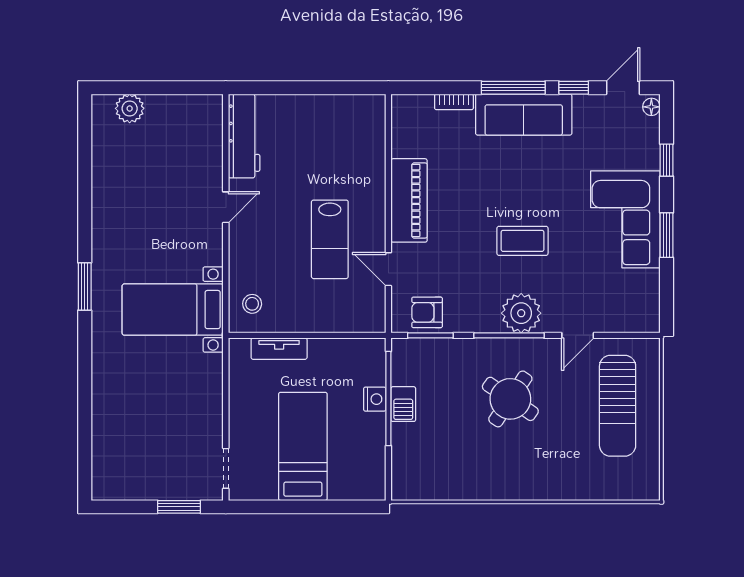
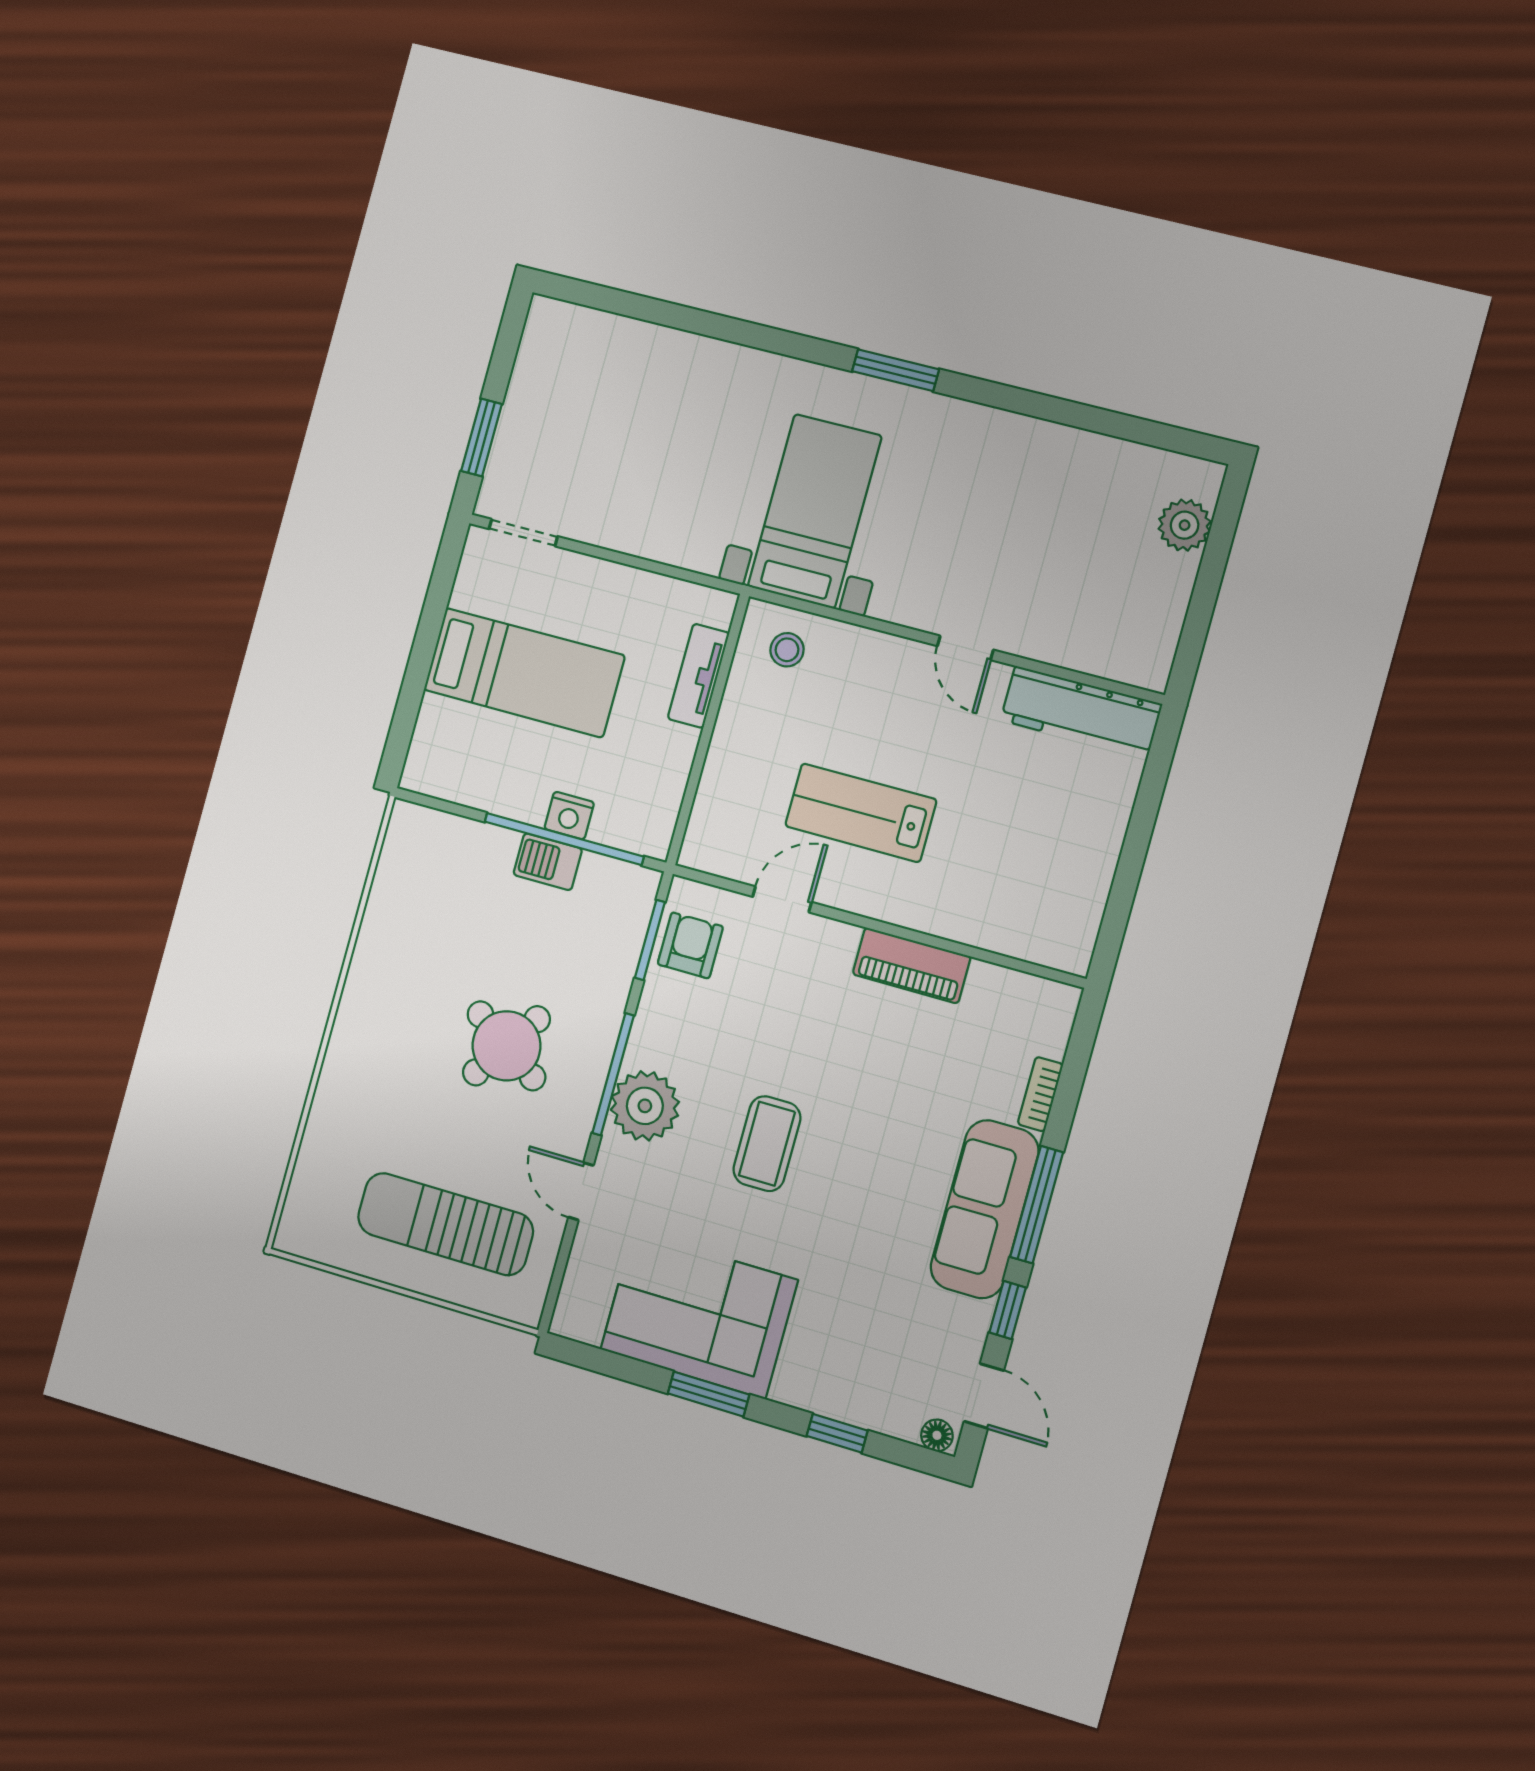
piano: (409, 200) -> (912, 965), width x0.73, depth x0.75
corner sofa: (625, 219) -> (699, 1315), moved

